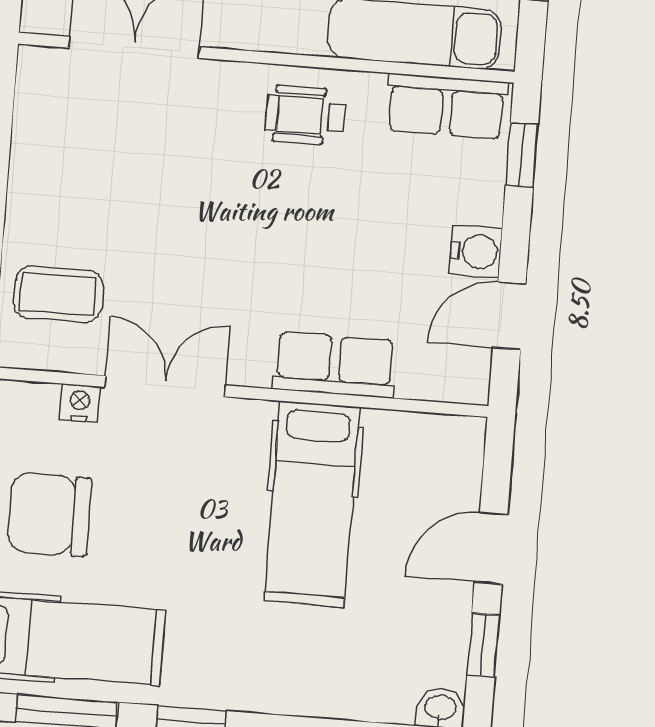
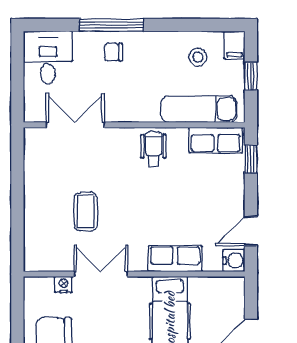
wheelchair: (306, 115) -> (154, 149), turned 90
water cooler: (476, 251) -> (234, 261), moved
coffee table: (58, 294) -> (86, 212), moved, turned 90

